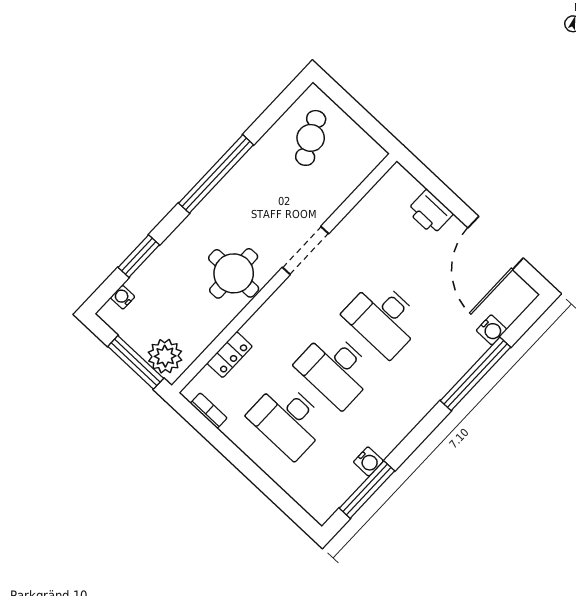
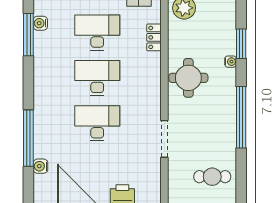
cafe table: (311, 138) -> (212, 177), turned -63
doorway: (305, 251) -> (164, 139), moved
water cooler: (123, 297) -> (231, 62), moved
water cooler: (368, 461) -> (40, 23), moved

